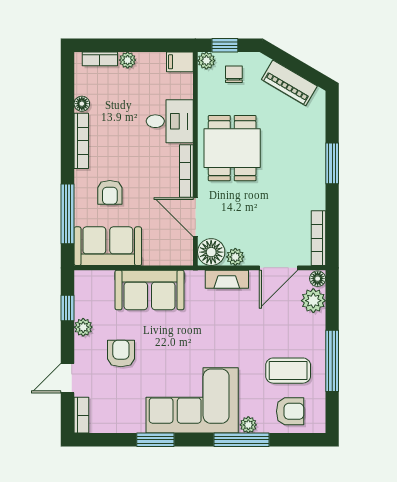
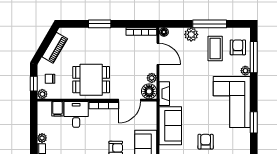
filing cabinet: (180, 62) -> (57, 109), moved
fireplace: (227, 279) -> (164, 94), moved
plant: (313, 301) -> (191, 34), moved
armchair: (121, 353) -> (206, 142), turned 90
window: (241, 440) -> (254, 57), moved

